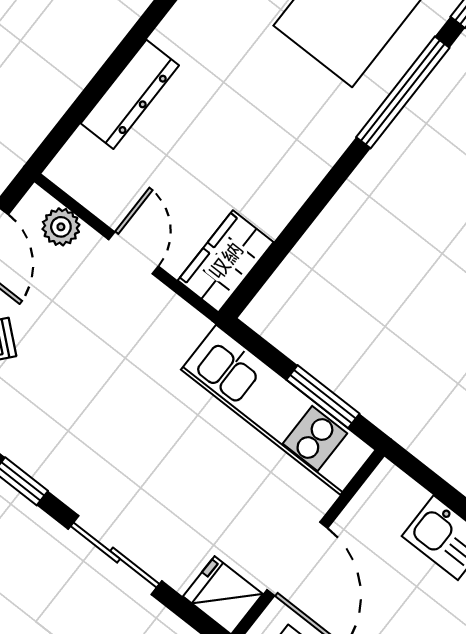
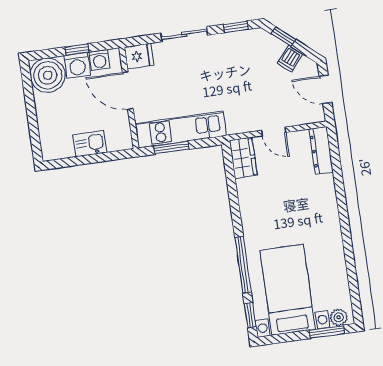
dresser: (130, 94) -> (321, 151), moved
plant: (61, 227) -> (304, 116), removed

